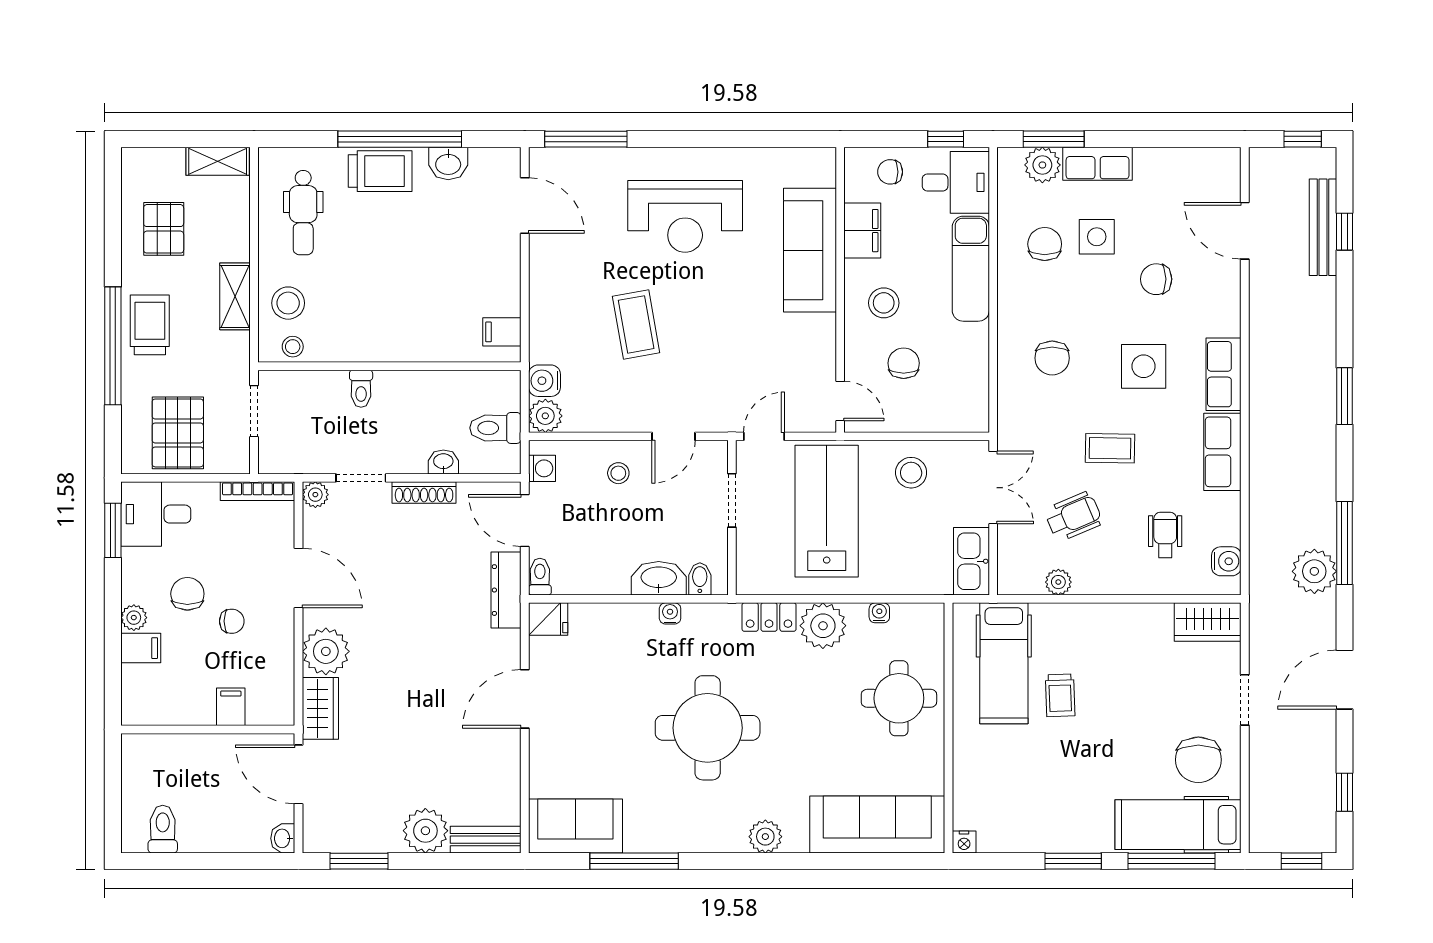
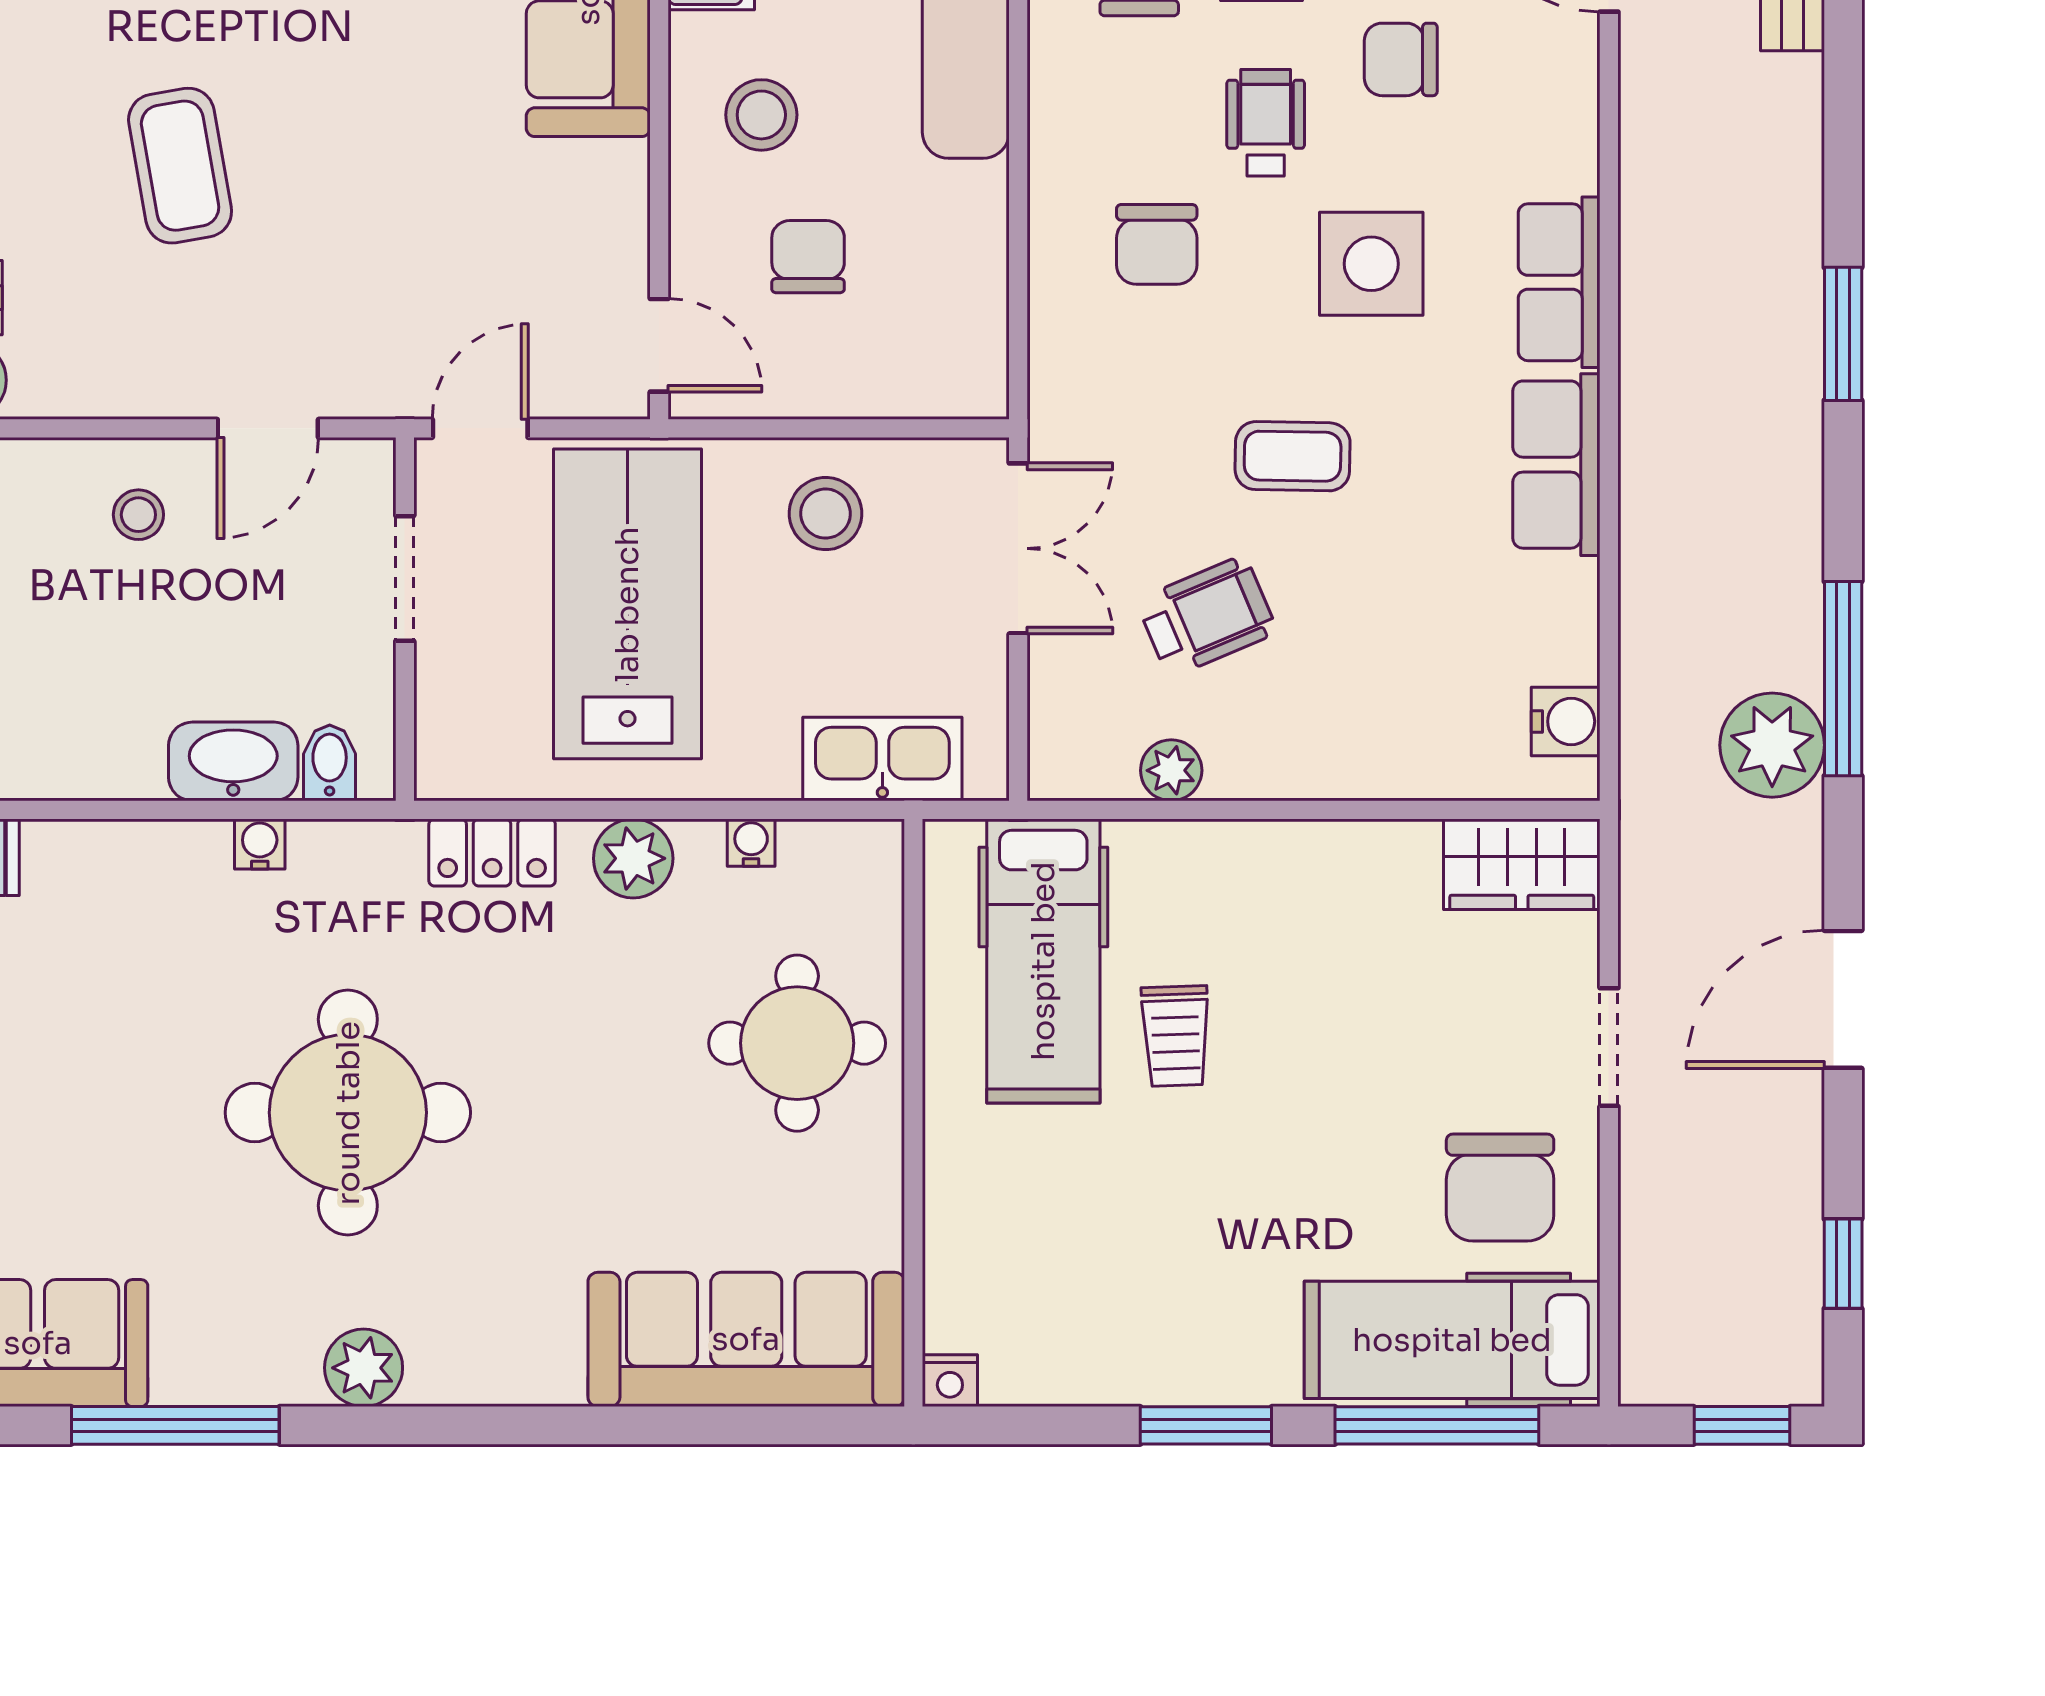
wheelchair: (1165, 535) -> (1266, 123), moved
kitchen sink: (971, 561) -> (882, 759), moved, turned 90
plant: (823, 626) -> (633, 858), width x0.73, depth x0.73
plant: (765, 837) -> (364, 1368), moved

